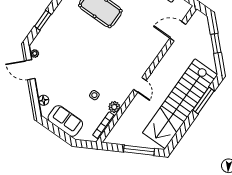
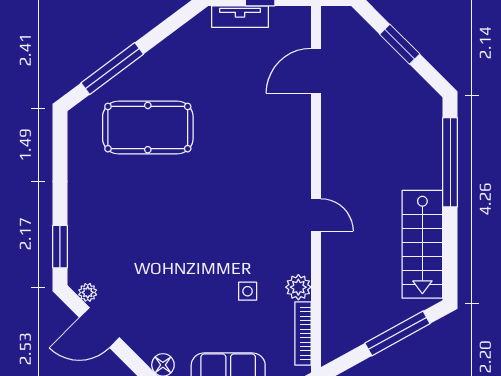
window: (43, 20) -> (60, 247), moved
window: (203, 100) -> (450, 162), width x1.46
stairs: (180, 104) -> (422, 244), width x0.54, depth x0.66

